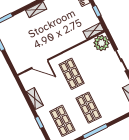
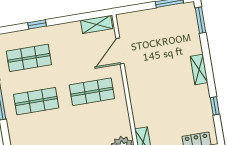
shelving: (35, 99) -> (97, 24), moved

